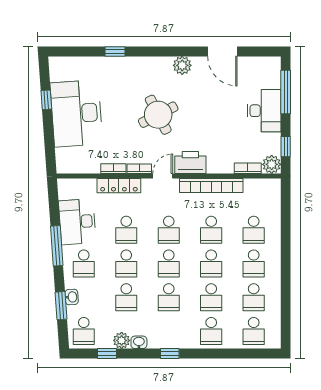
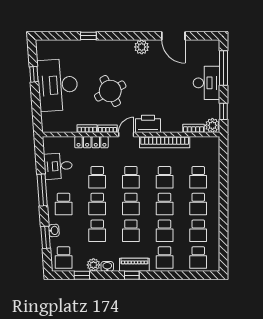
round table: (158, 115) -> (110, 91), moved
desk: (77, 222) -> (58, 166), width x0.73
piano: (173, 340) -> (134, 265), added

